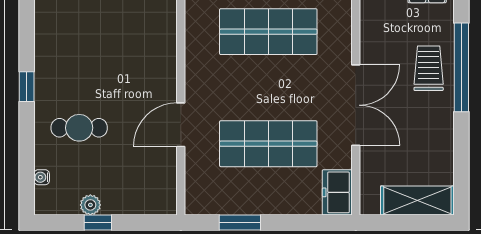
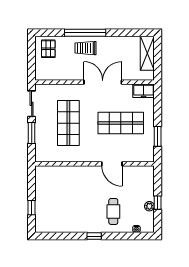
shop shelf: (268, 144) -> (121, 123), turned 90

